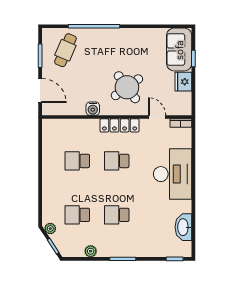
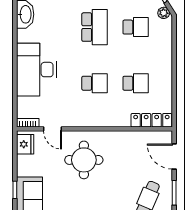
fridge: (183, 82) -> (25, 144), moved
round table: (127, 87) -> (84, 160), turned 36
water cooler: (93, 109) -> (119, 138), removed
locker: (120, 125) -> (151, 120), moved
school desk: (117, 215) -> (94, 27), width x1.85

